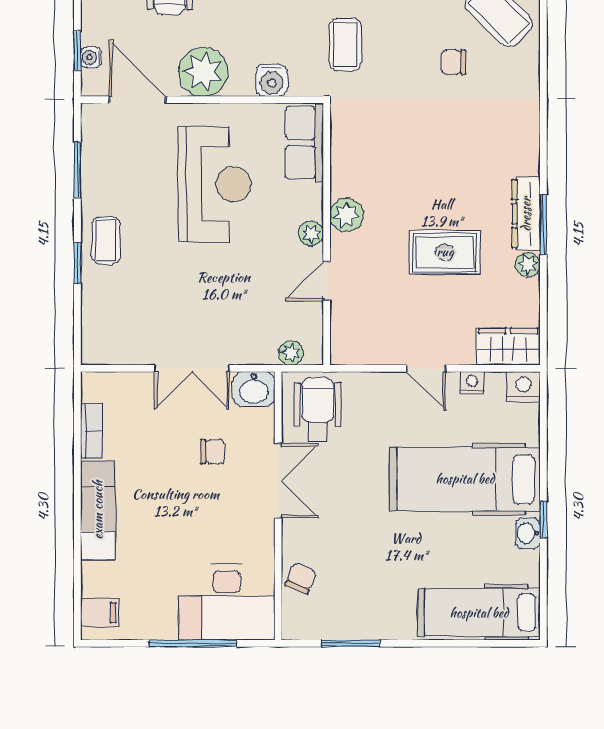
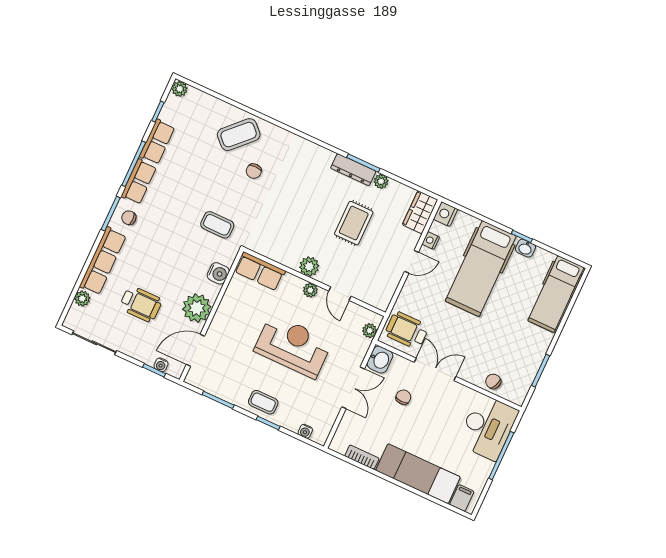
reception desk: (214, 184) -> (293, 346), moved
water cooler: (91, 326) -> (305, 431), added
exam couch: (98, 510) -> (418, 474), width x1.36, depth x1.45

